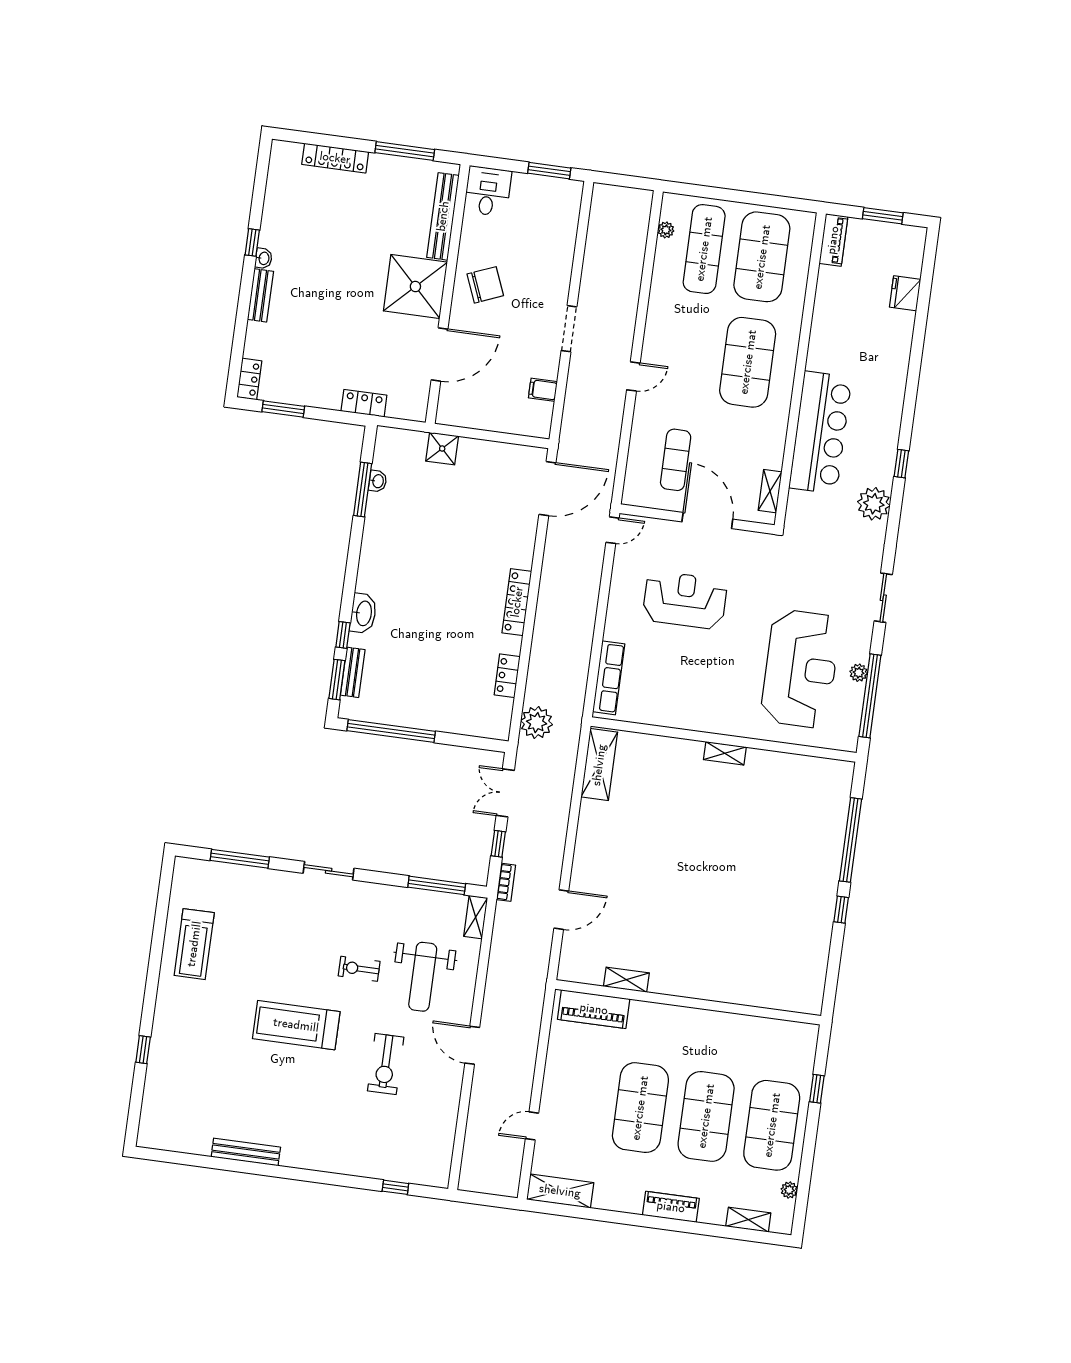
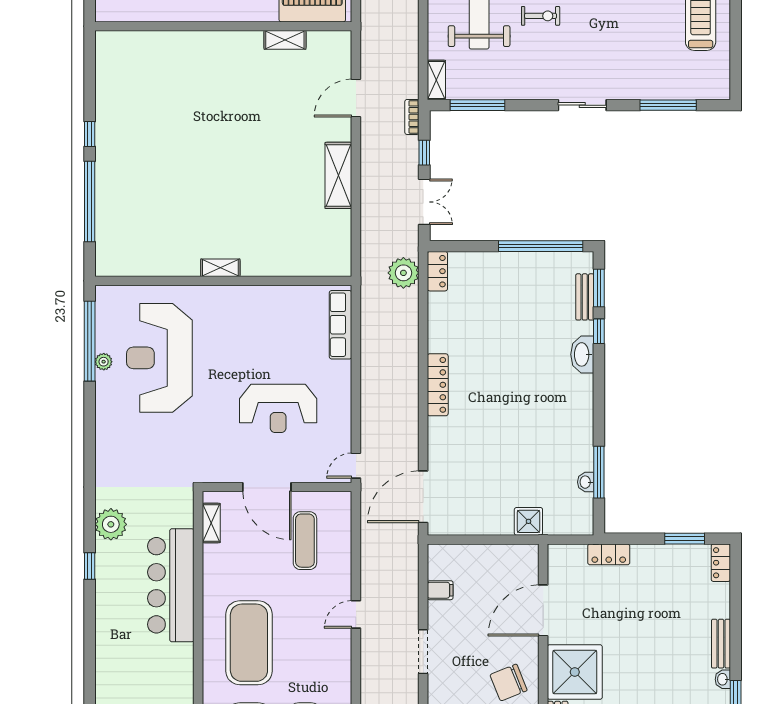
sliding door: (883, 598) -> (90, 436), removed
locker: (507, 676) -> (437, 271), moved
shelving: (599, 765) -> (338, 175), moved

